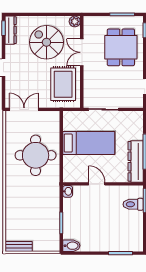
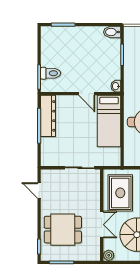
dining table: (121, 47) -> (63, 230), turned 90
bed: (89, 143) -> (109, 121), moved, turned -90

